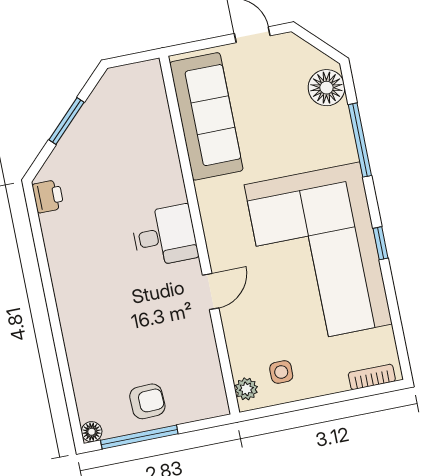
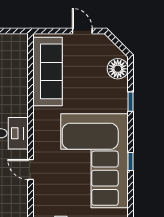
window: (360, 140) -> (131, 102), width x0.46
door: (211, 292) -> (30, 169), swing flipped

